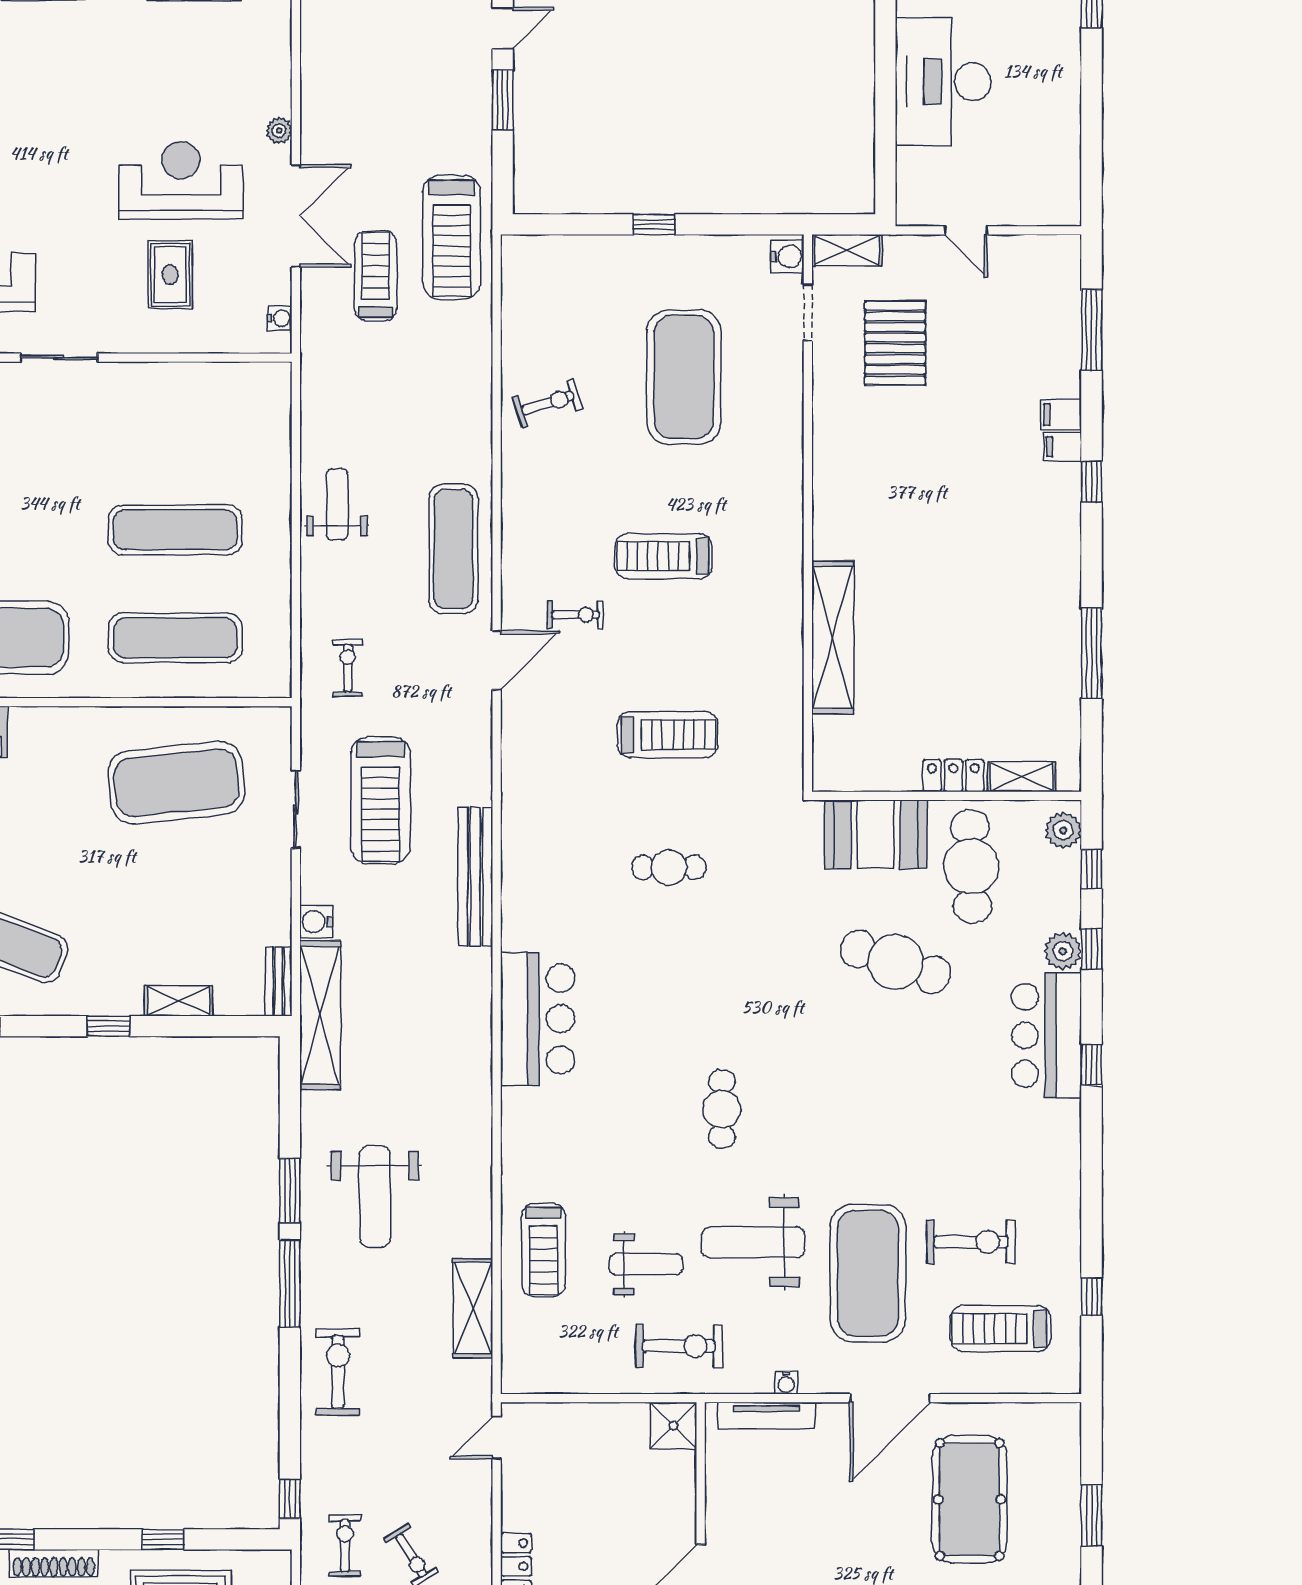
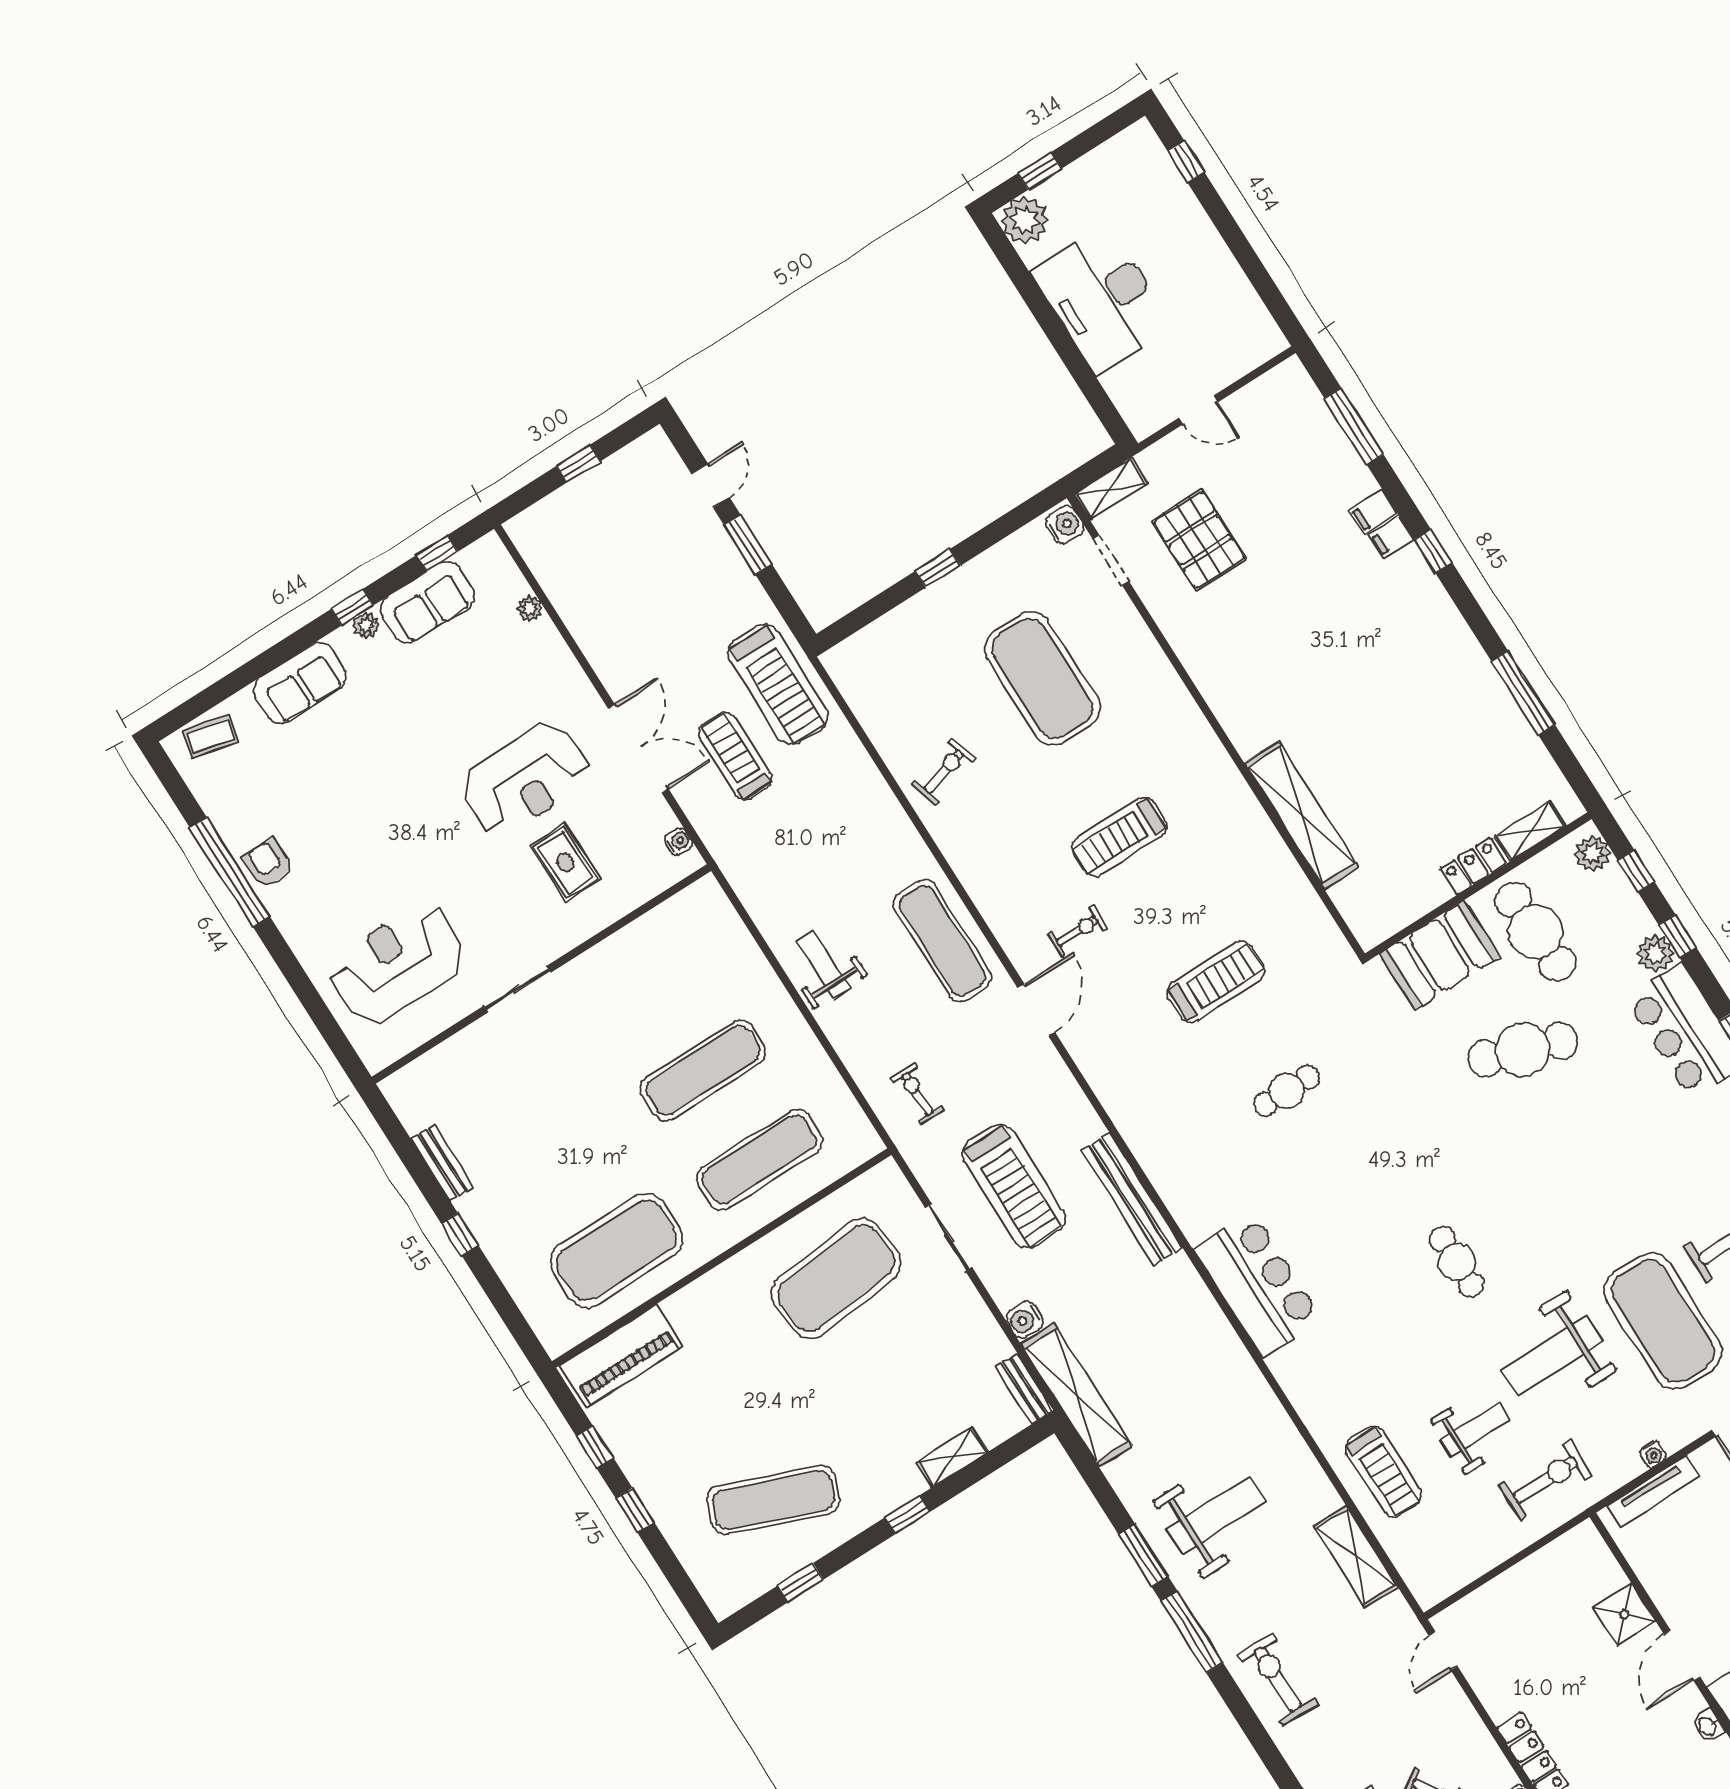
plant: (279, 131) -> (530, 608), moved
reception desk: (181, 180) -> (525, 779), turned 180
weight bench: (375, 1196) -> (1216, 1515), turned -90
shower: (673, 1425) -> (1624, 1614), moved

